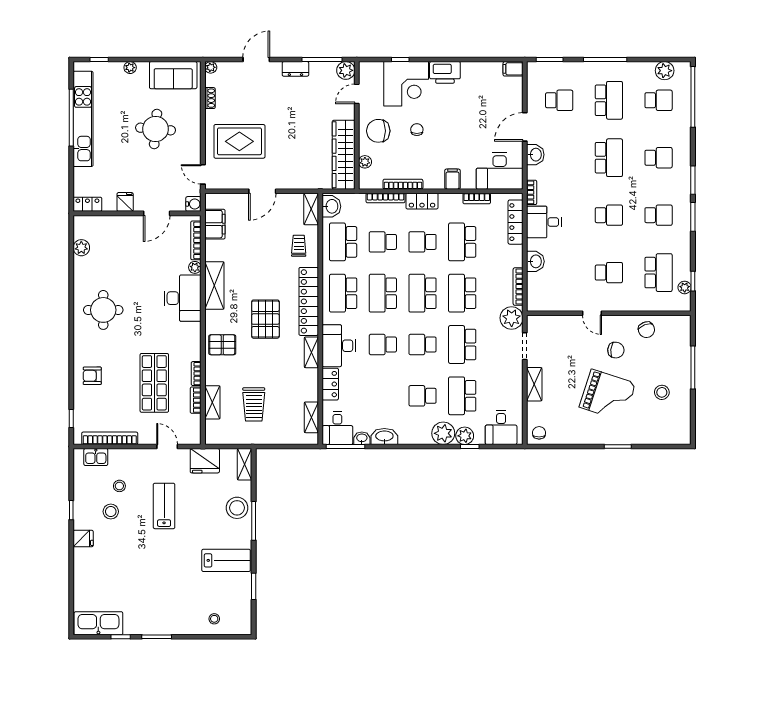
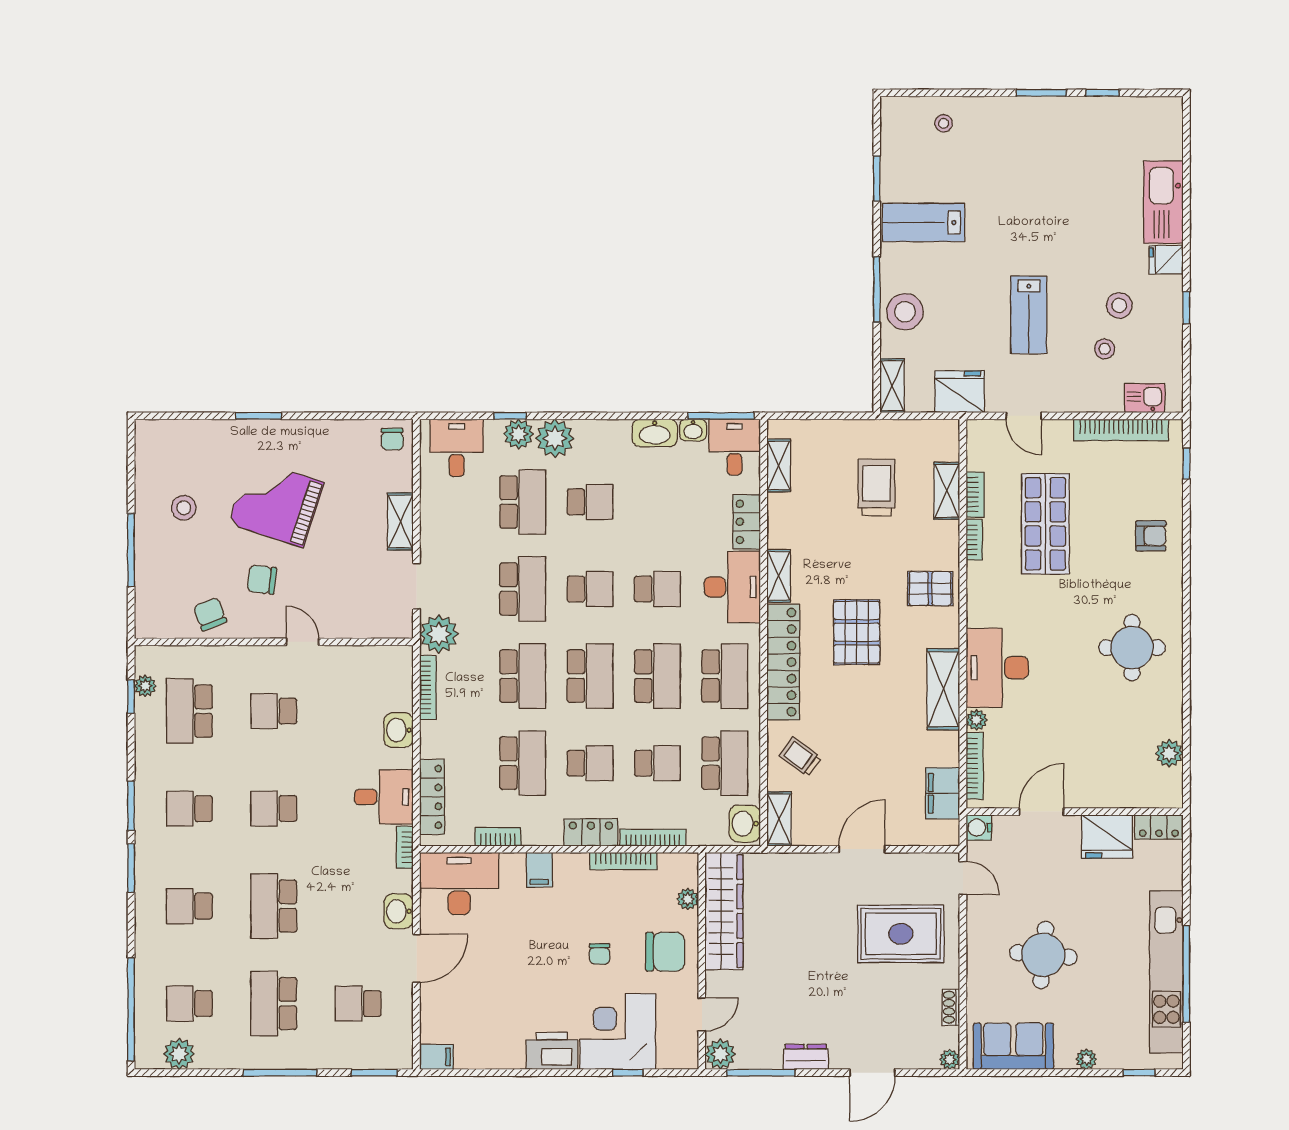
fridge: (125, 202) -> (1107, 836), width x1.88, depth x1.34
trolley: (299, 246) -> (800, 757), turned 126
kitchen sink: (98, 623) -> (1163, 202), moved, turned 90

